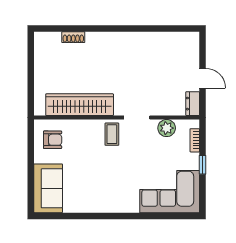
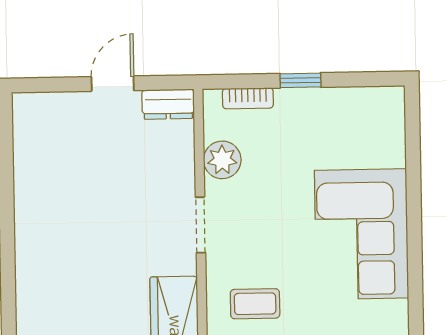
coffee table: (112, 134) -> (255, 304), moved
corner sofa: (170, 192) -> (362, 234), moved

